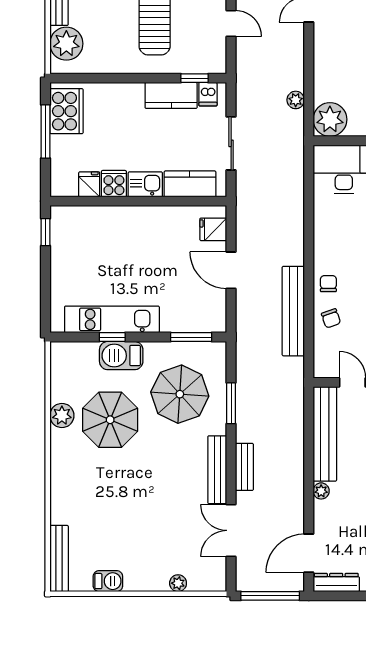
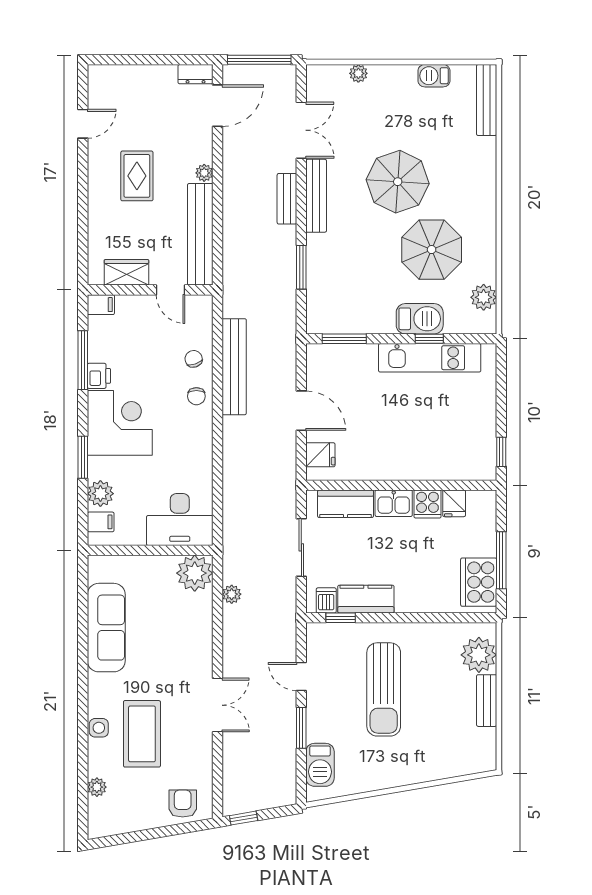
parasol: (180, 394) -> (398, 182), moved
plant: (62, 416) -> (484, 297), moved
dresser: (336, 583) -> (196, 74), width x0.70

